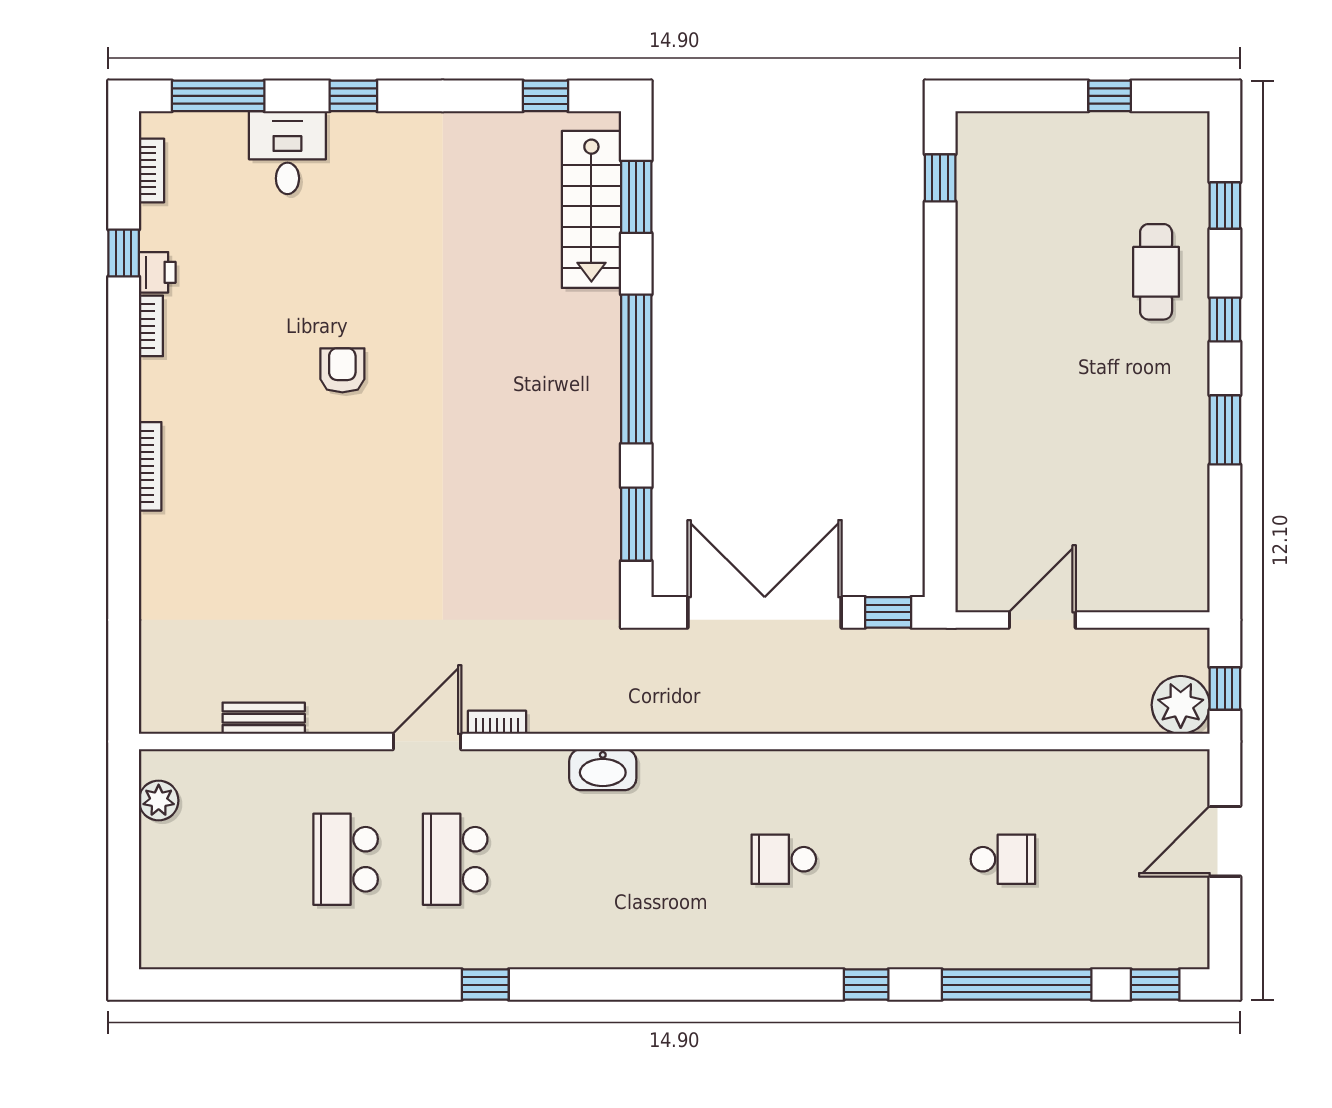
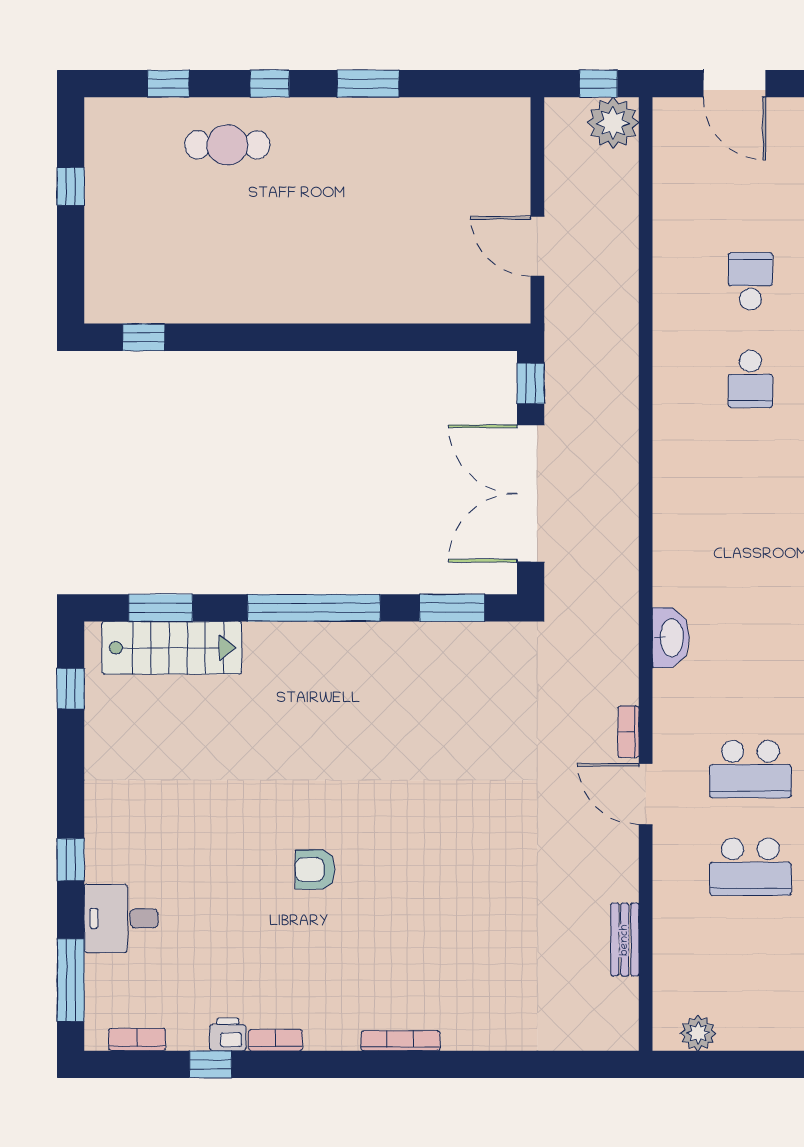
school desk: (784, 859) -> (750, 379), moved

